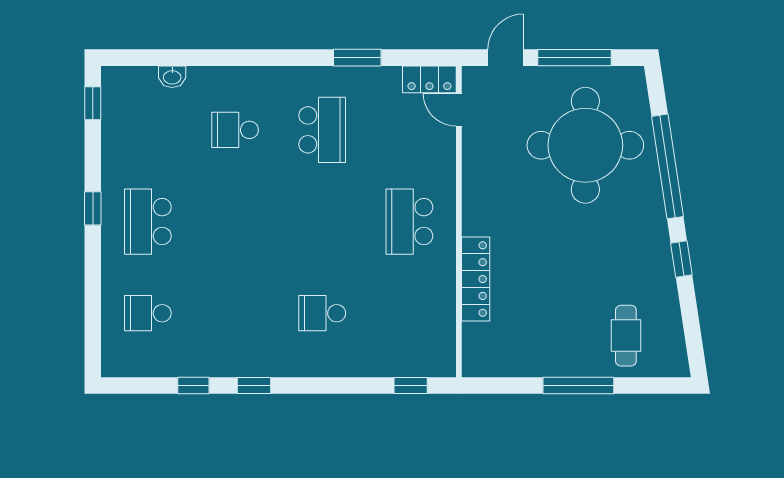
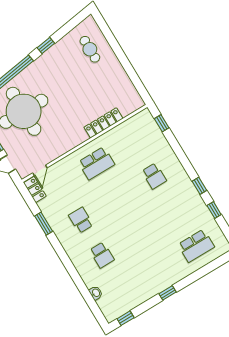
school desk: (322, 130) -> (81, 220), width x0.54
school desk: (148, 222) -> (160, 268), removed
school desk: (148, 313) -> (196, 246), width x1.85
cafe table: (626, 336) -> (90, 49), turned 90
window: (578, 386) -> (121, 56), removed

